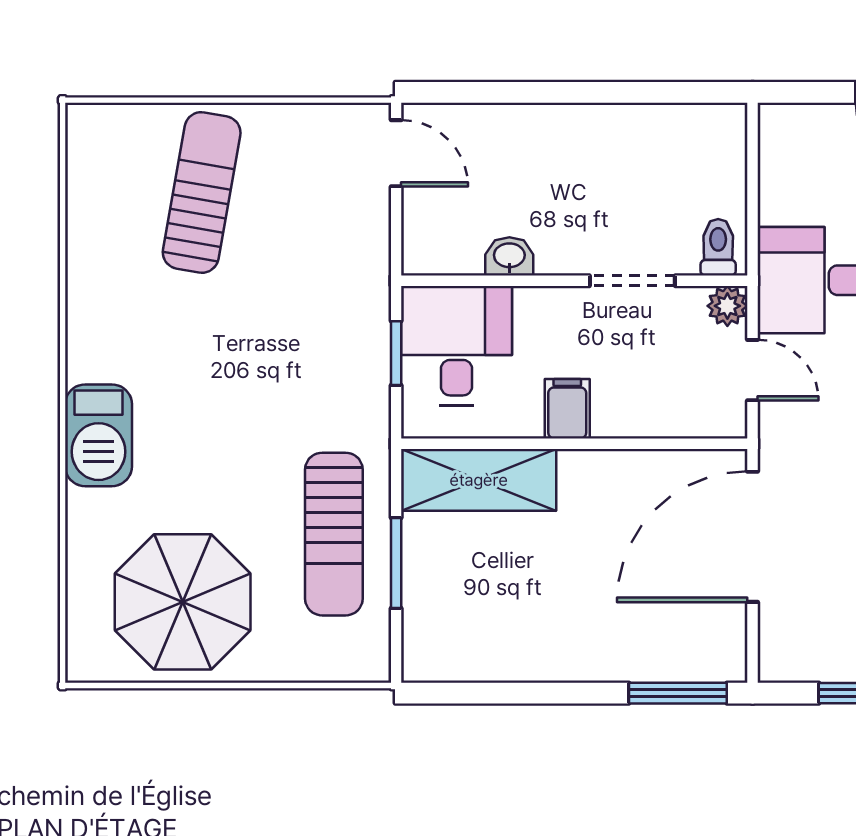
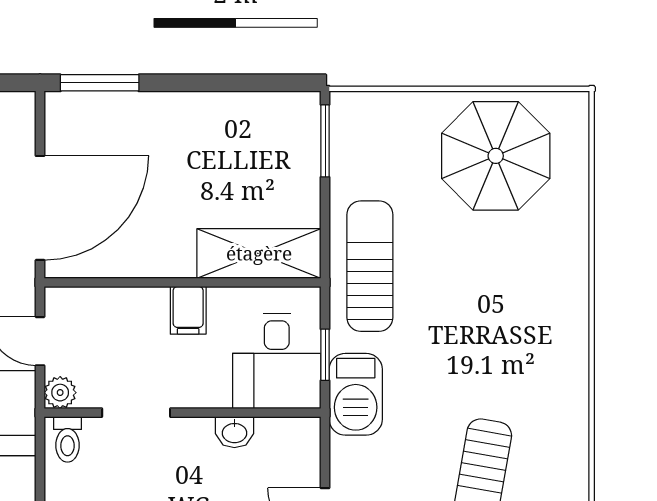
barbecue: (98, 435) -> (356, 394), moved, turned 180
sun lounger: (334, 534) -> (370, 266), moved
window: (396, 563) -> (325, 141), moved

